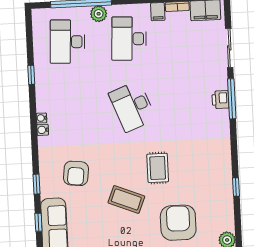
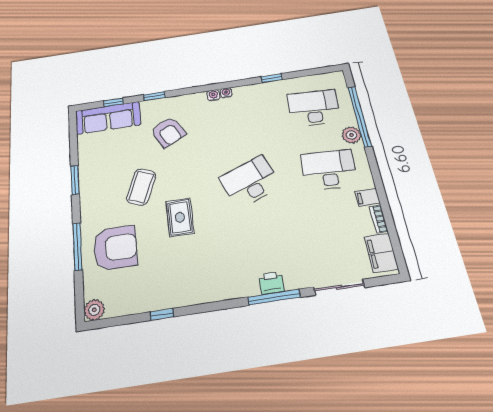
rug: (158, 168) -> (180, 217), turned 90
armchair: (76, 173) -> (168, 132), turned -125

